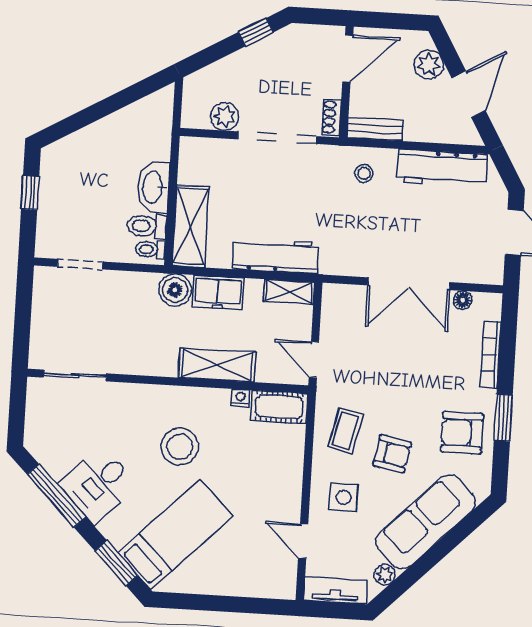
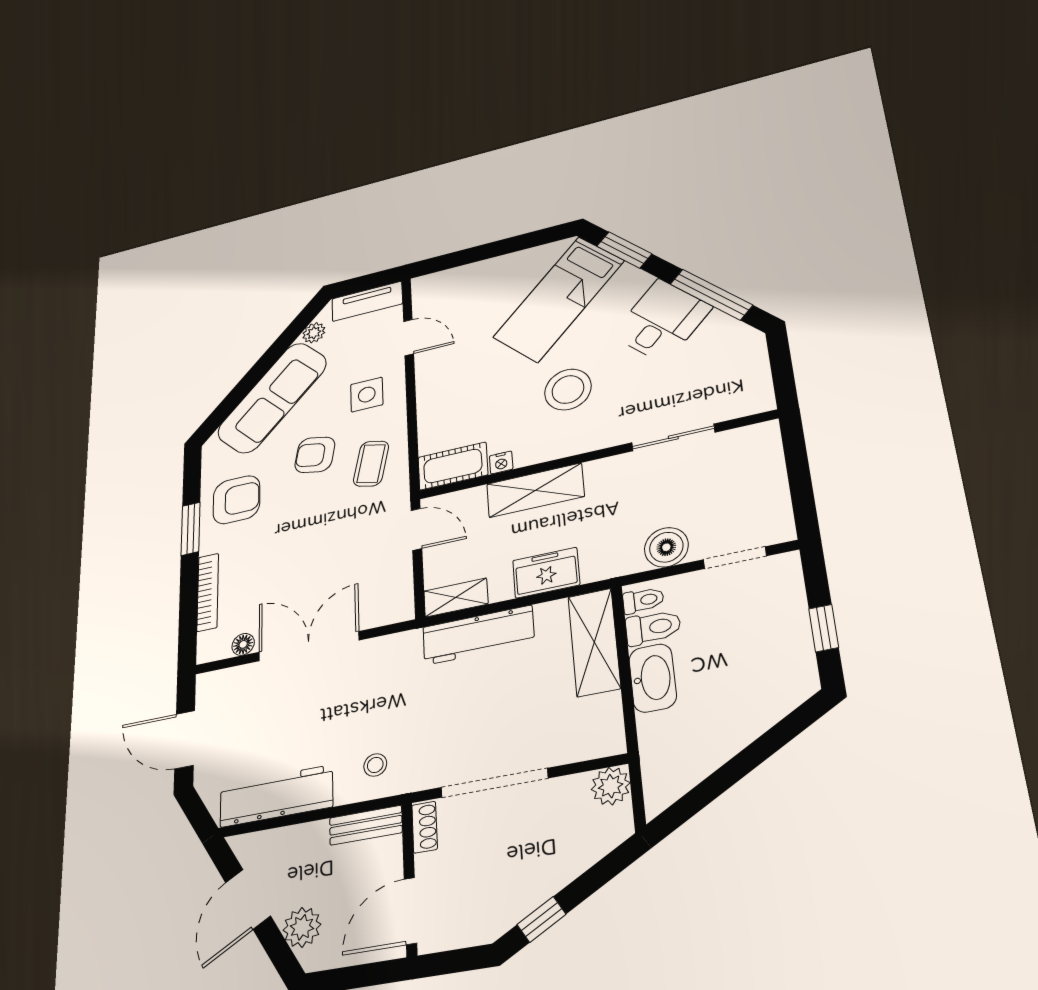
plant: (225, 117) -> (611, 786), moved
boiler: (175, 290) -> (666, 547), moved
sliding door: (75, 376) -> (673, 438), moved

